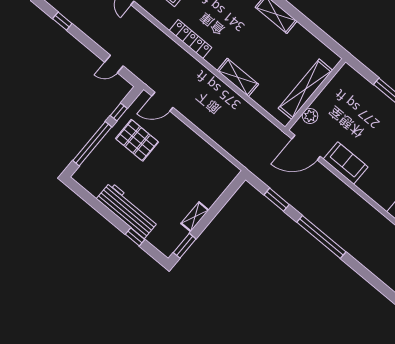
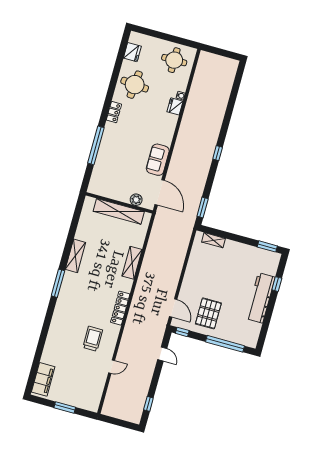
window: (119, 112) -> (182, 332), moved
window: (277, 200) -> (203, 207), moved
shelving: (195, 217) -> (213, 240), moved
window: (321, 237) -> (218, 153), width x0.32

